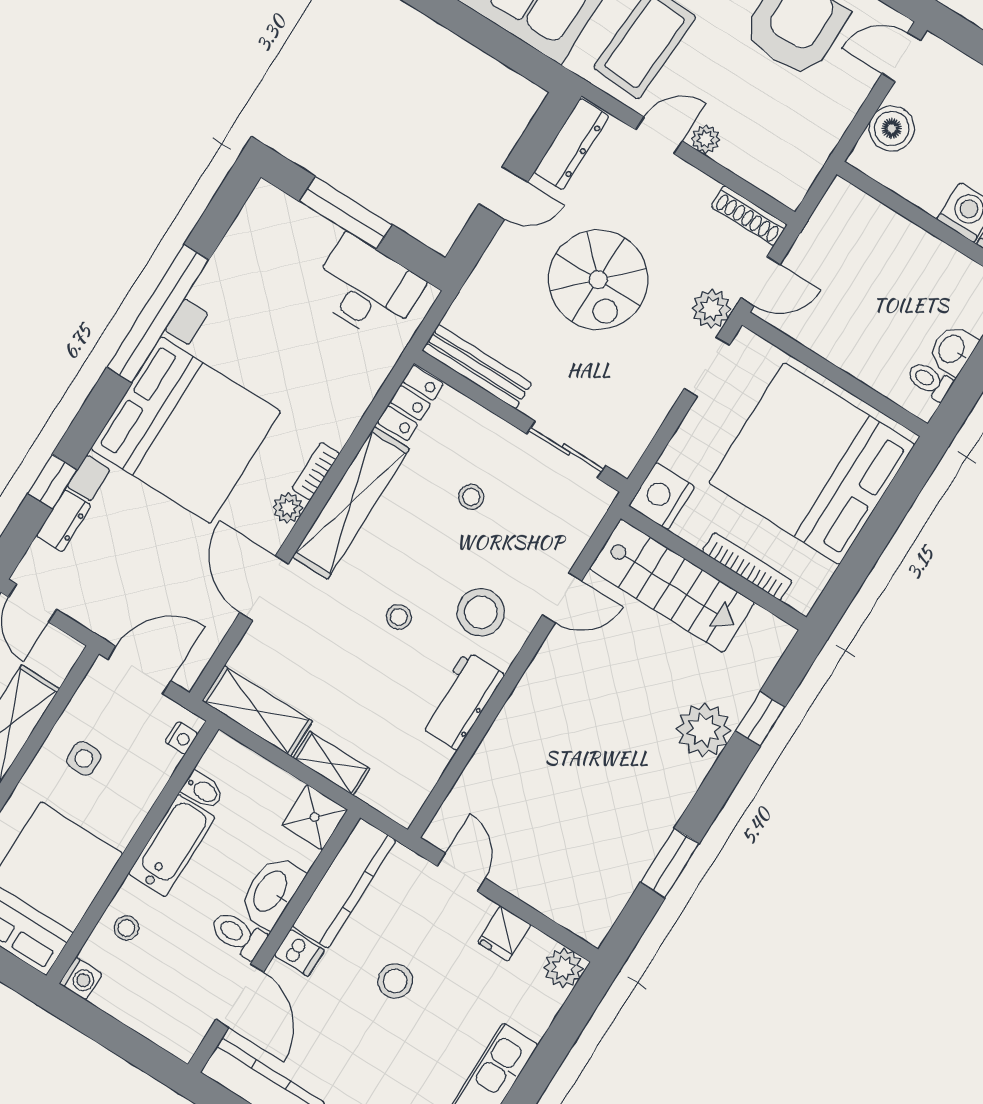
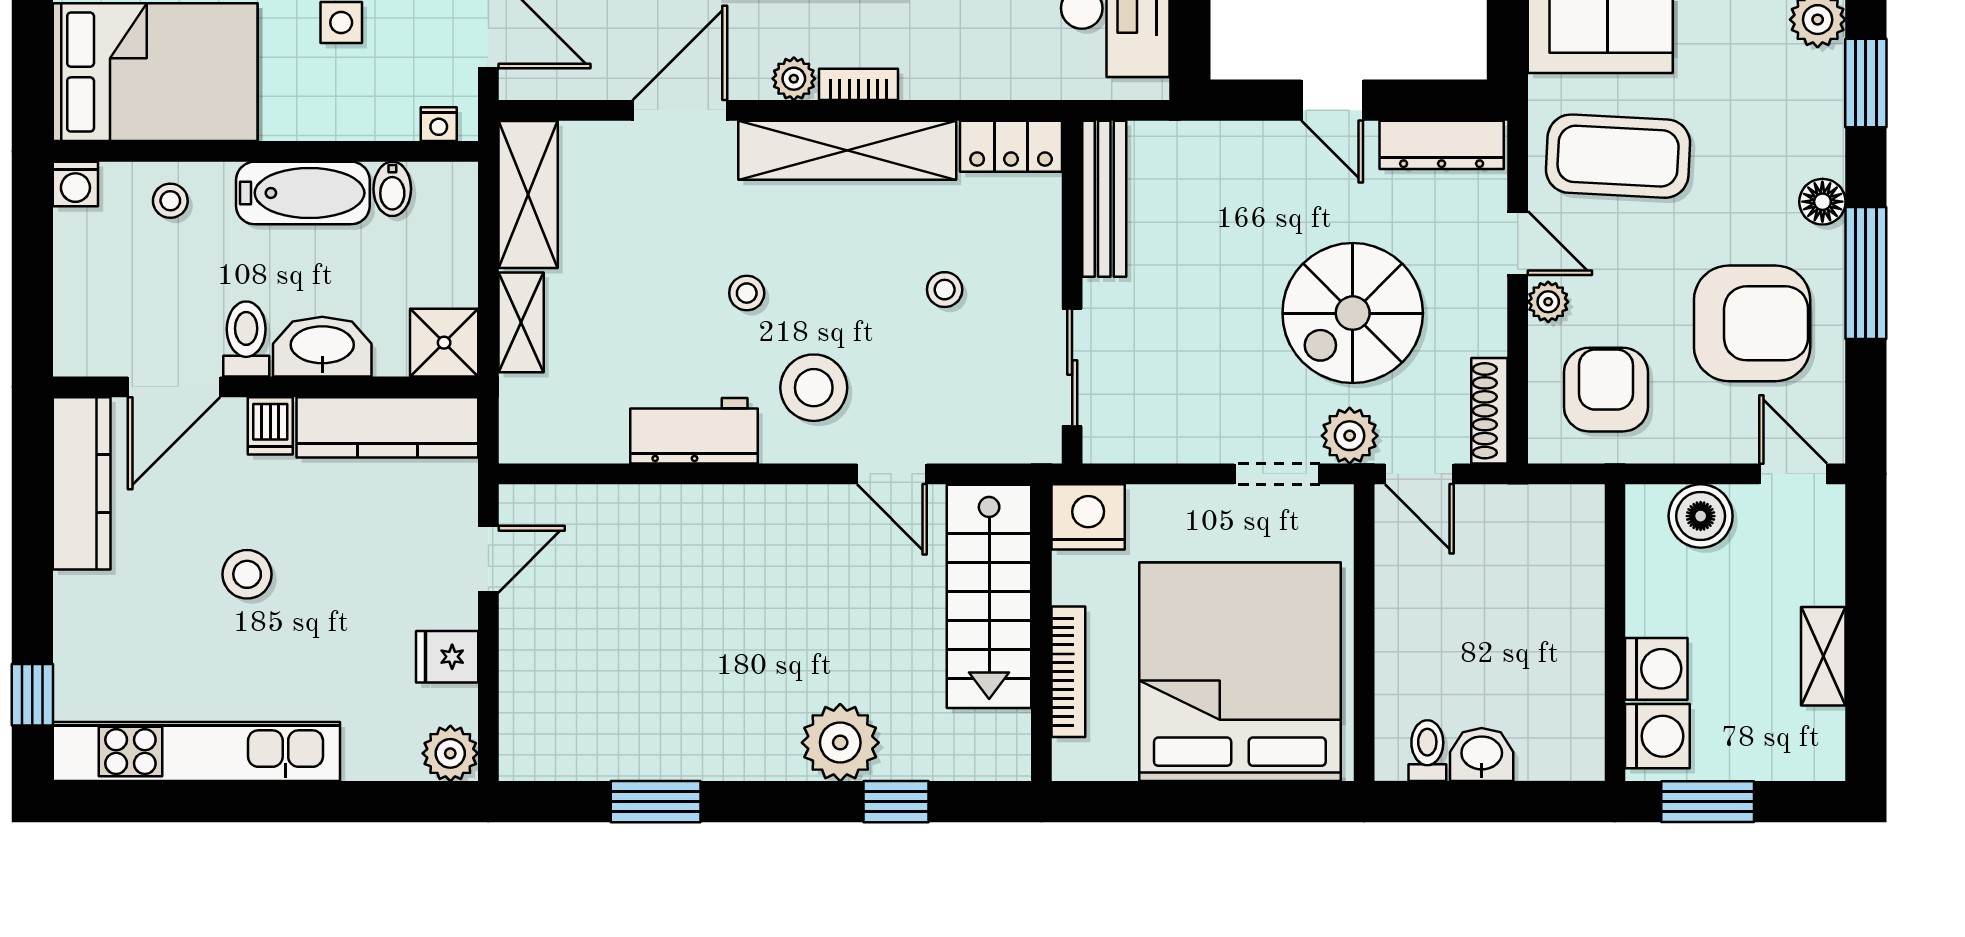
armchair: (780, 138) -> (1606, 390), added
spiral stairs: (598, 280) -> (1353, 313), moved
stool: (395, 981) -> (247, 574), moved

